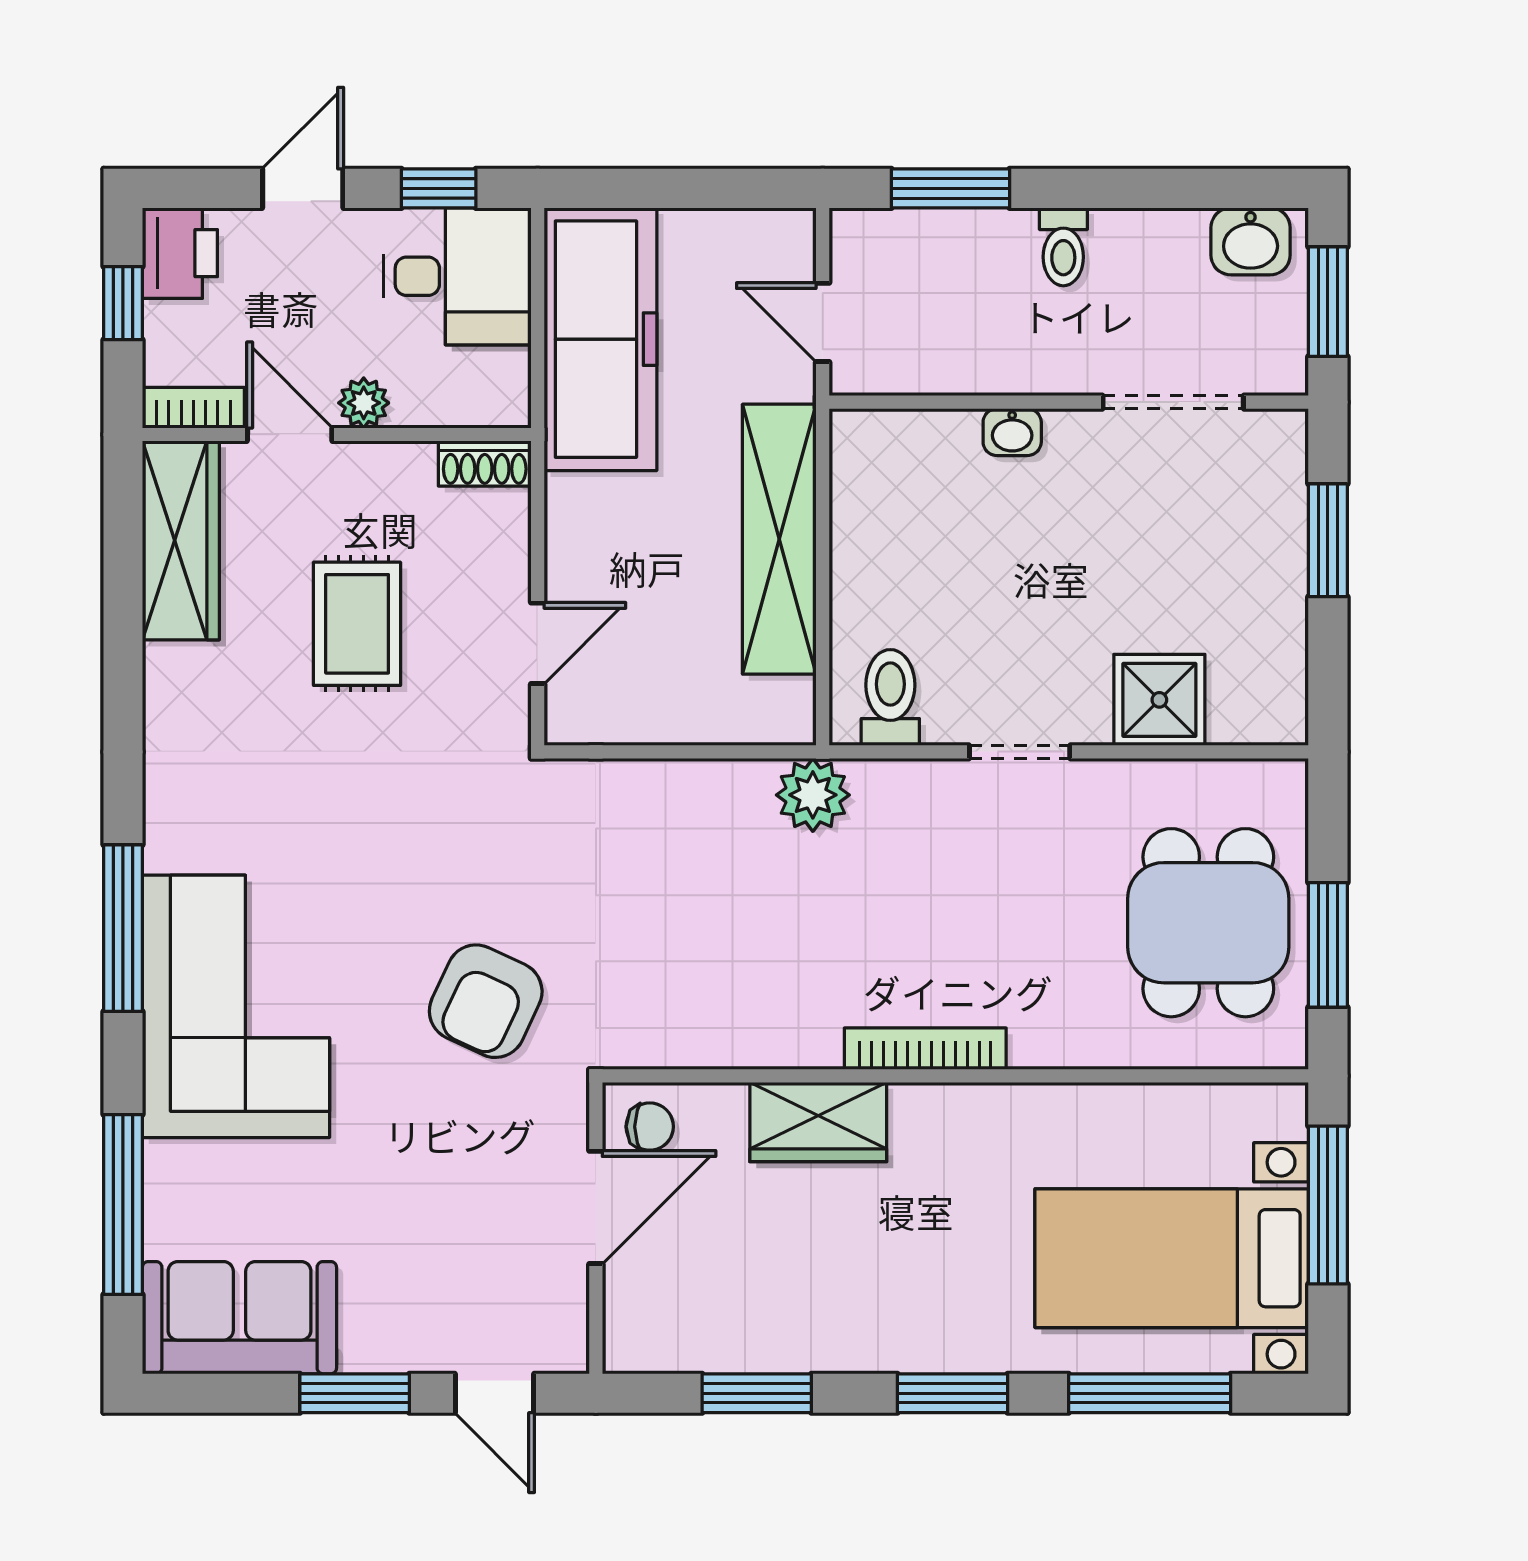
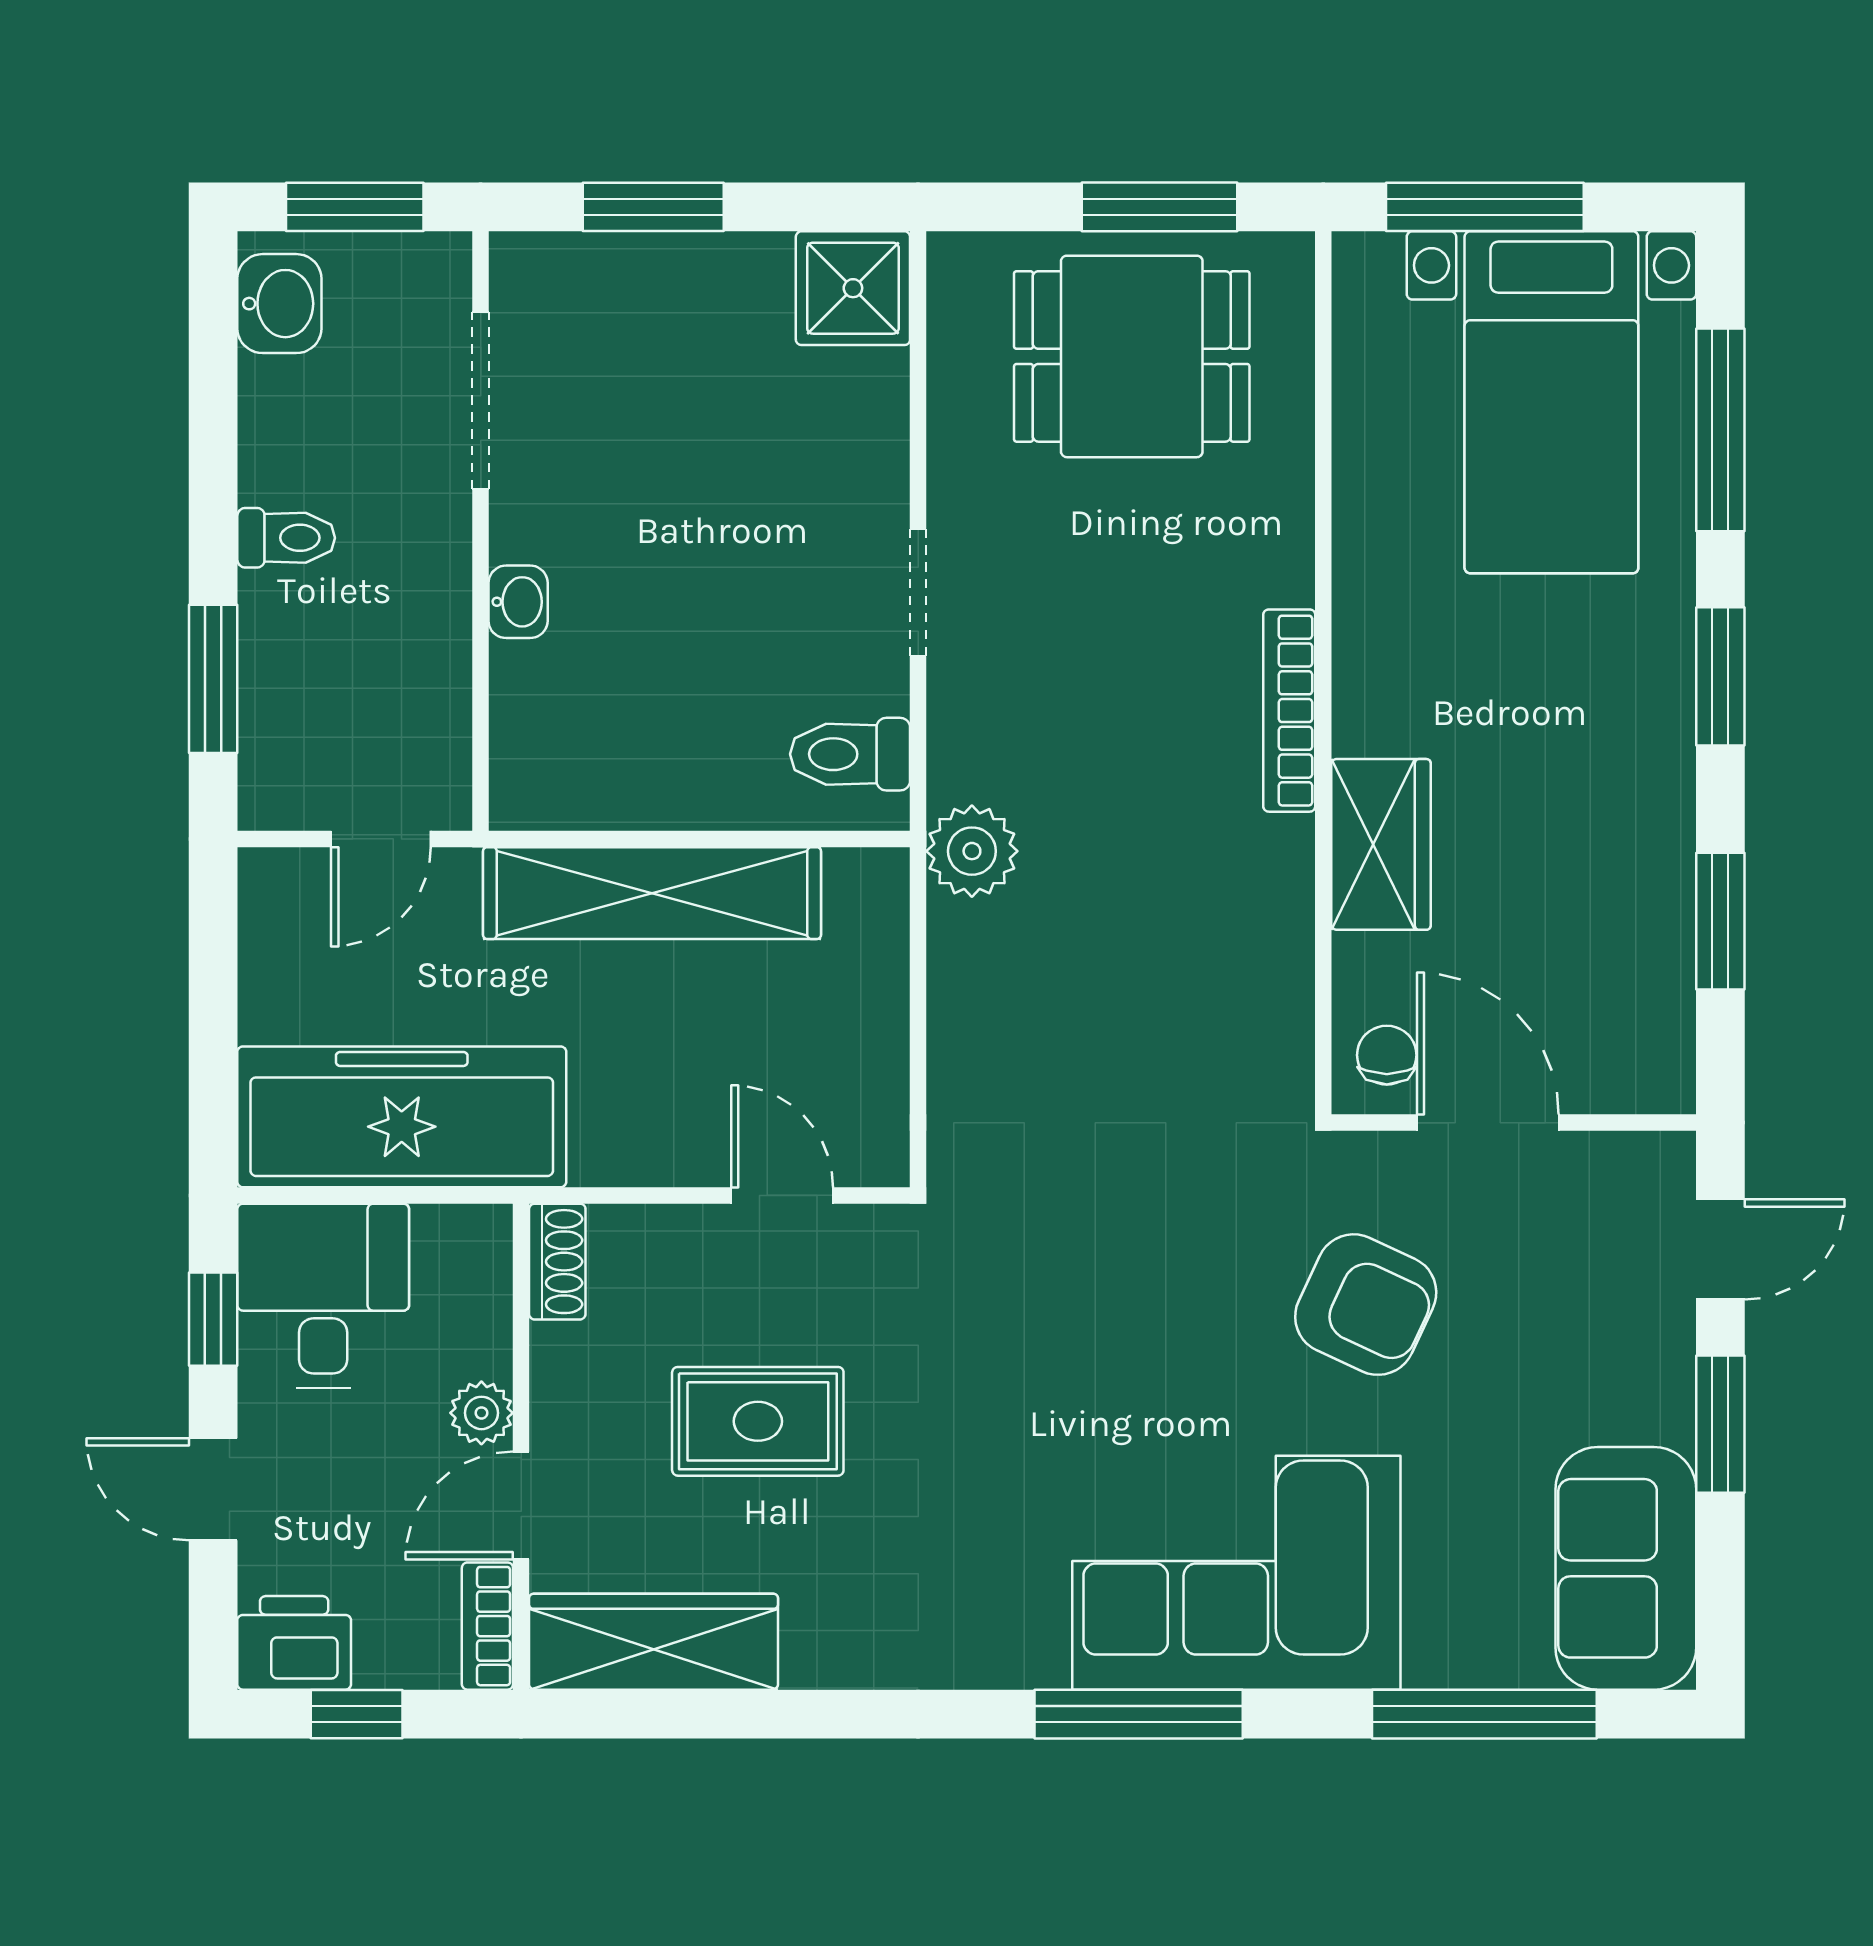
shower: (1159, 700) -> (853, 288), moved
armchair: (486, 1001) -> (1366, 1305), moved

